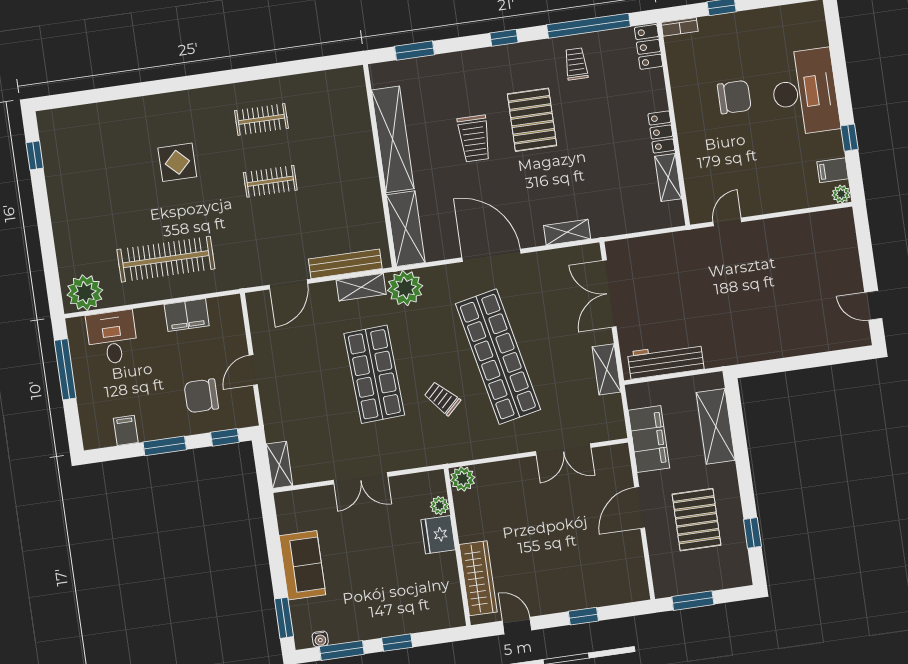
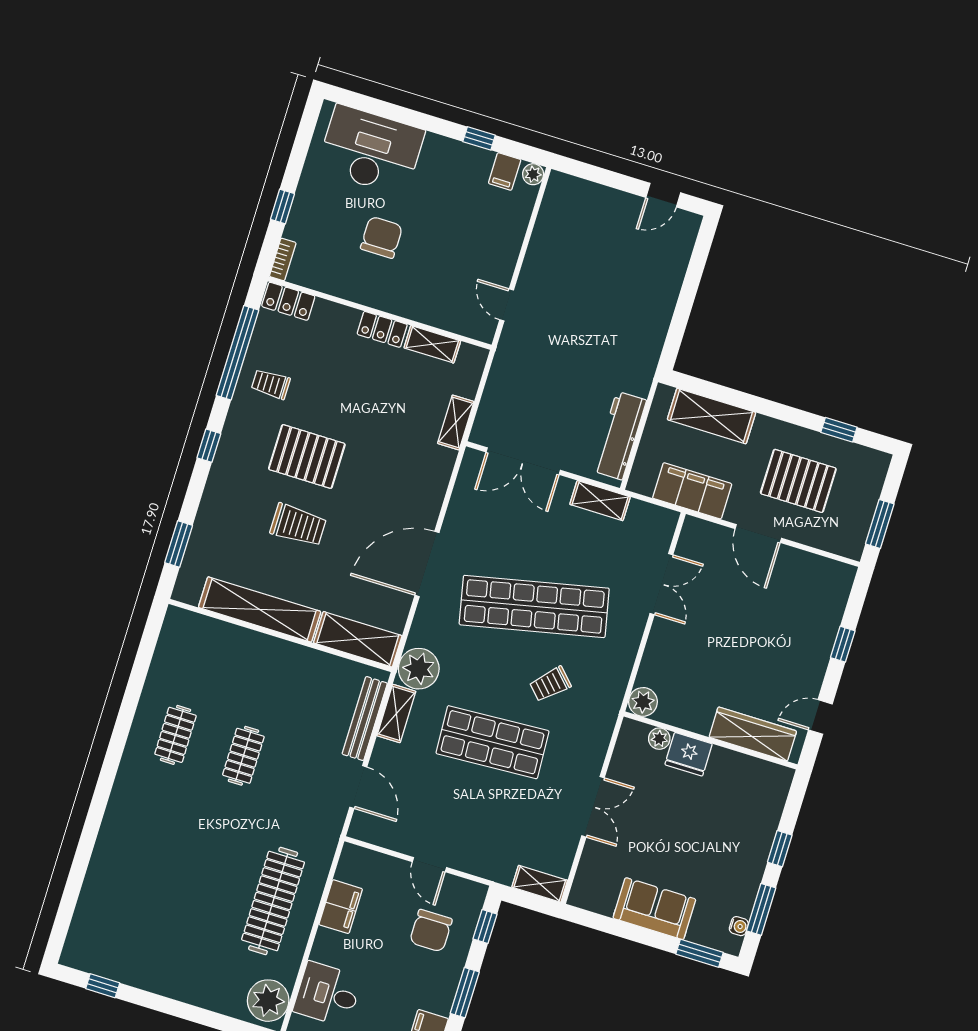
desk: (805, 92) -> (371, 150), moved
display table: (177, 162) -> (179, 842), removed
shelving: (567, 232) -> (456, 422), moved

